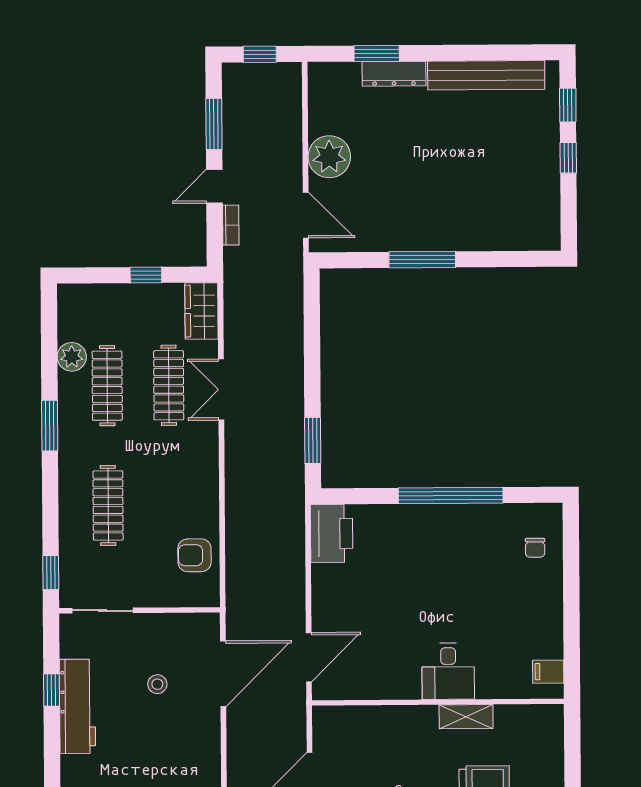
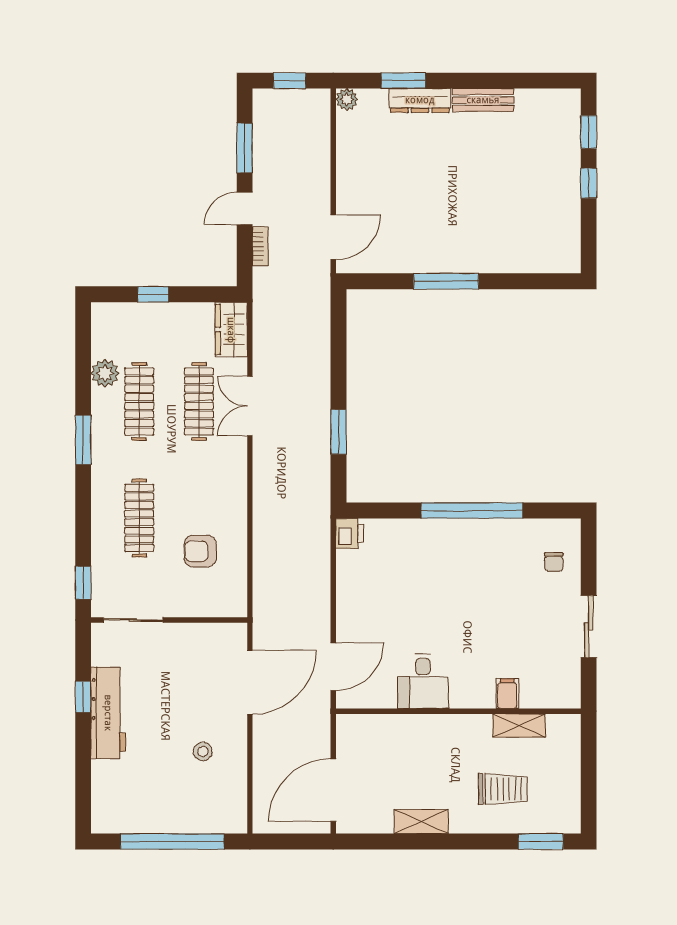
bench: (486, 75) -> (483, 100), width x0.54, depth x0.82
plant: (329, 157) -> (347, 99), moved, width x0.53, depth x0.53
door: (306, 215) -> (333, 237), hinge flipped
window: (146, 275) -> (153, 294), moved
window: (313, 441) -> (338, 432), moved
printer: (332, 533) -> (350, 533), width x0.53, depth x0.68
armchair: (195, 555) -> (200, 551), moved
sliding door: (571, 614) -> (589, 627), added
desk: (448, 671) -> (423, 681), moved
filing cabinet: (548, 672) -> (507, 694), moved, turned 90
stool: (157, 684) -> (203, 751), moved
shelving: (466, 717) -> (519, 726), moved

